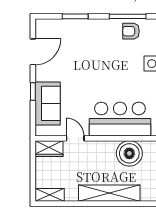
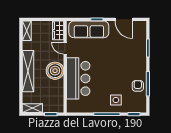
sofa: (48, 103) -> (89, 29), width x1.36
door: (75, 138) -> (65, 48), swing flipped
boiler: (129, 153) -> (55, 71), moved

